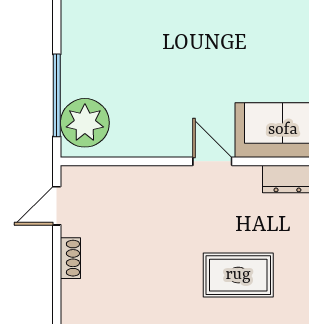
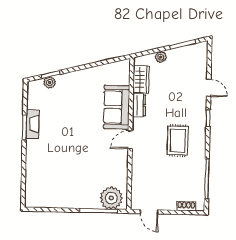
shoe rack: (70, 258) -> (186, 206), moved
rug: (238, 275) -> (178, 141), moved

